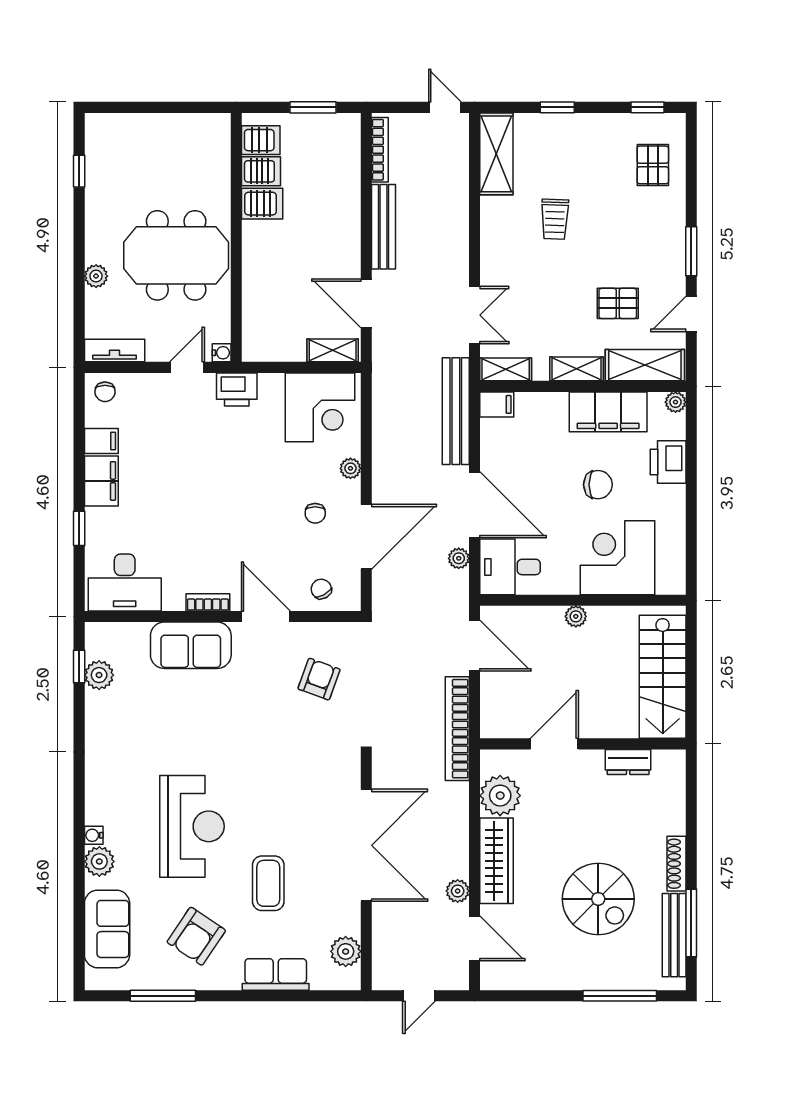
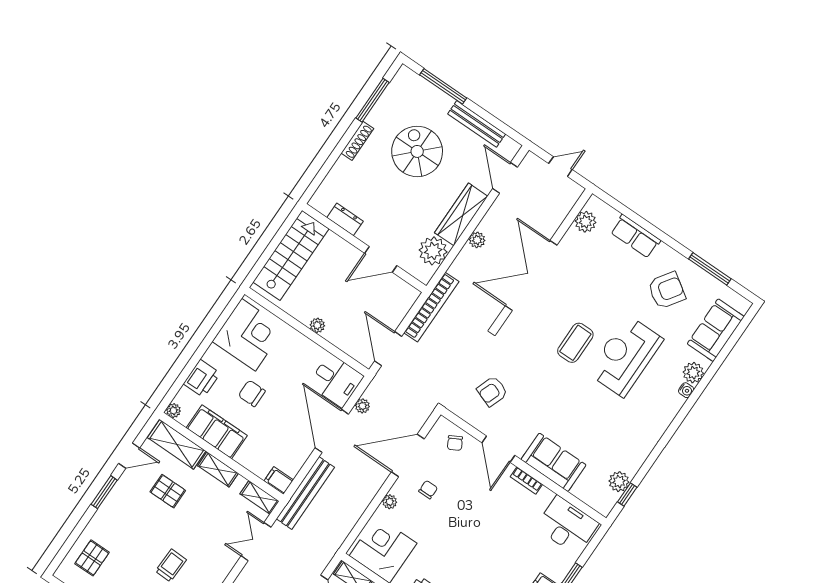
corner desk: (618, 558) -> (248, 335), moved, turned -90
coffee table: (268, 883) -> (575, 343), moved
plant: (458, 891) -> (477, 240), moved
bench: (674, 935) -> (477, 124), moved, turned 90

